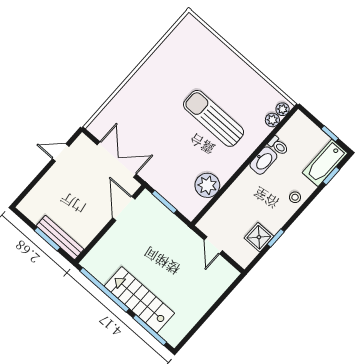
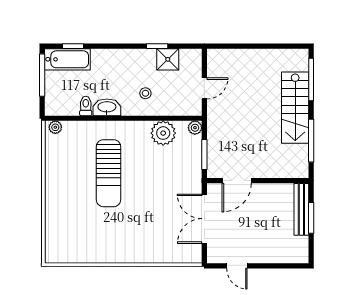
plant: (272, 120) -> (195, 128), moved
window: (330, 134) -> (42, 75), width x2.17
stool: (295, 197) -> (145, 93), moved
window: (105, 290) -> (311, 141), width x0.68

